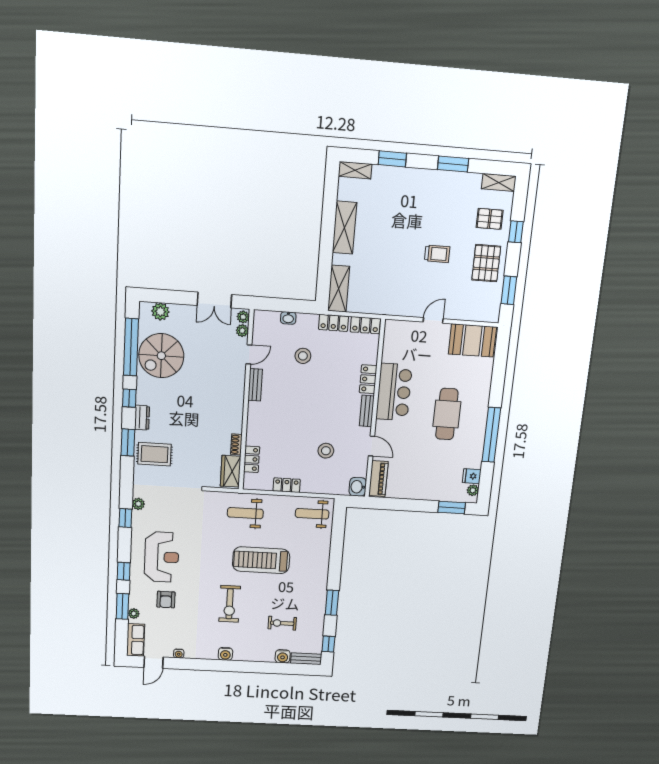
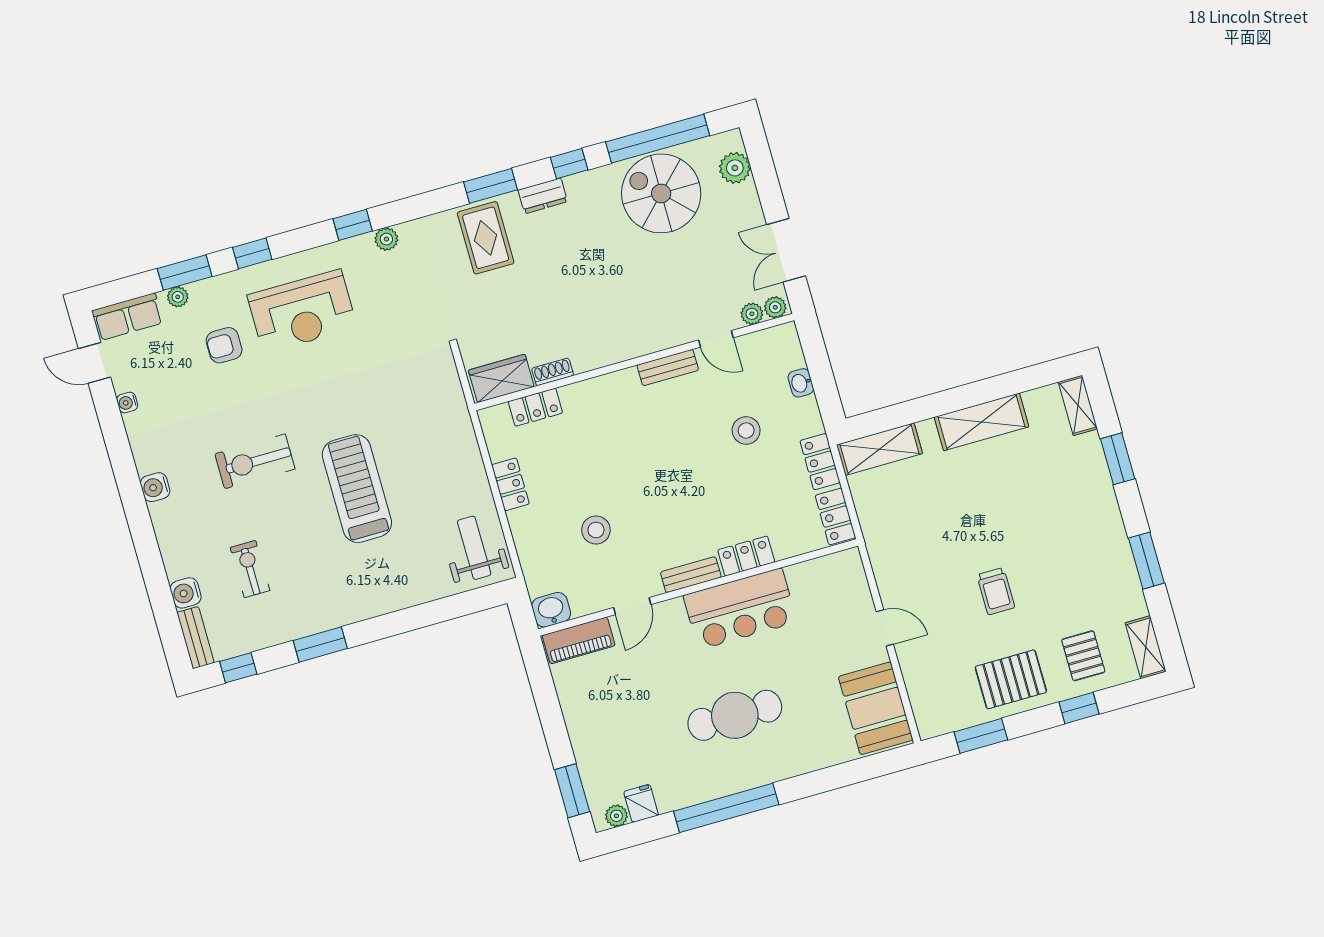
weight bench: (245, 513) -> (434, 430), removed

